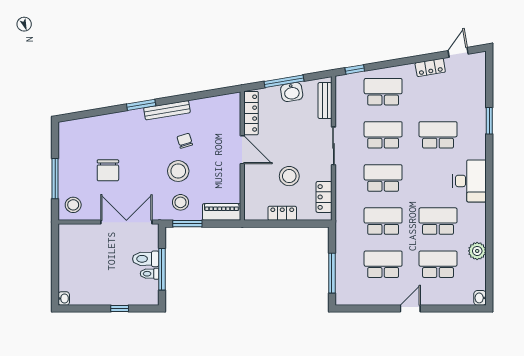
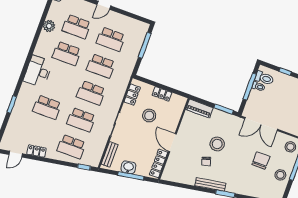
stool: (181, 202) -> (280, 175), moved
toilet: (146, 259) -> (264, 78), moved

